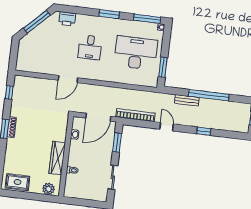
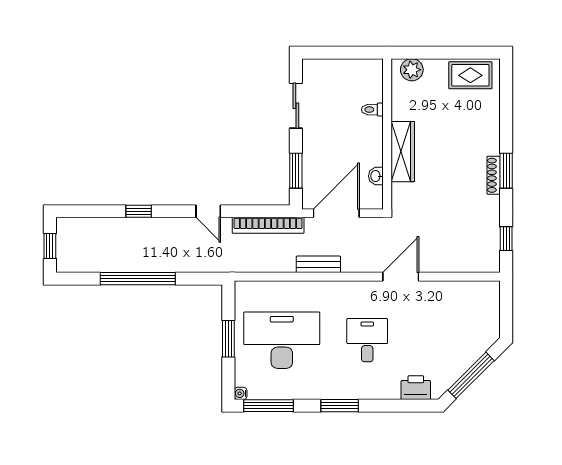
desk: (136, 53) -> (282, 340), turned 180
window: (163, 67) -> (228, 339), moved
bench: (187, 100) -> (318, 264), moved
wardrobe: (57, 158) -> (403, 152), moved

